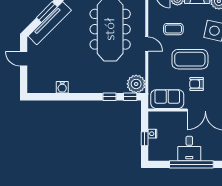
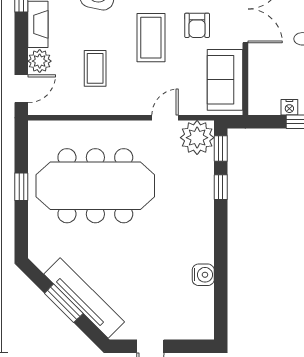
door: (147, 44) -> (165, 118), moved
coffee table: (190, 59) -> (151, 38), width x0.73, depth x0.76

